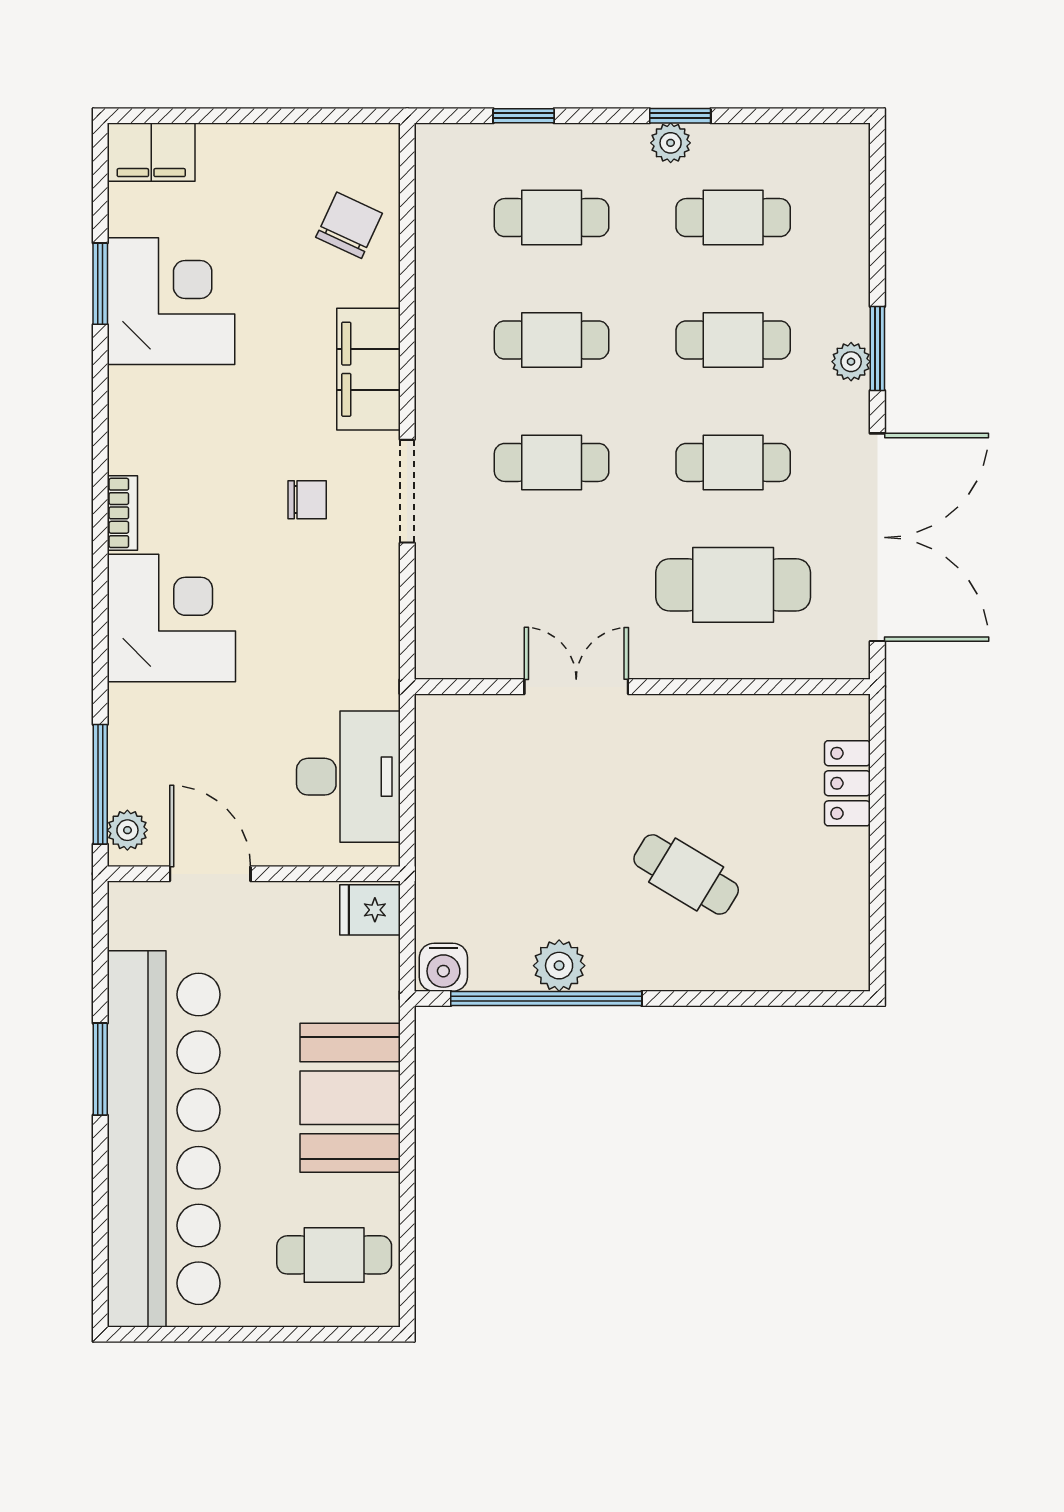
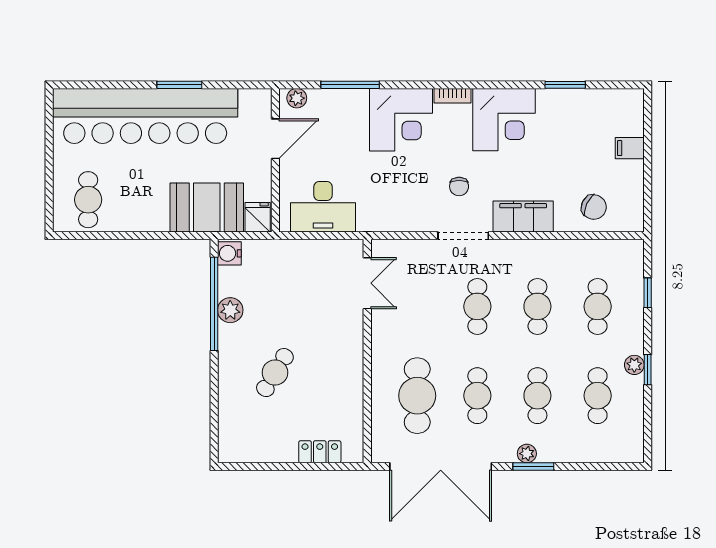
filing cabinet: (151, 152) -> (630, 148), moved, width x0.50
corner desk: (171, 301) -> (504, 120), moved
double door: (576, 687) -> (367, 283), moved
window: (100, 784) -> (350, 85), moved
booth: (350, 1098) -> (207, 208), moved

